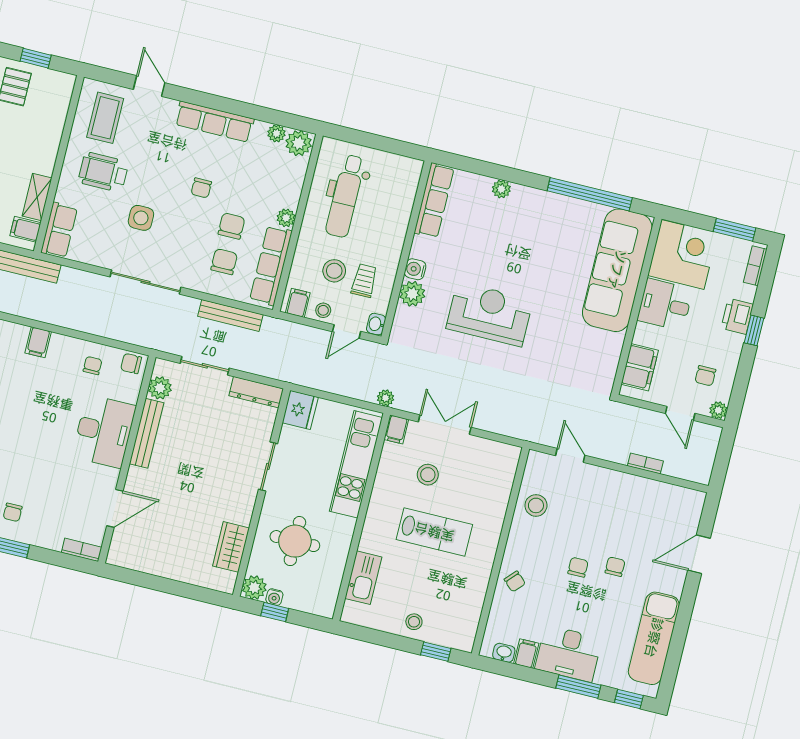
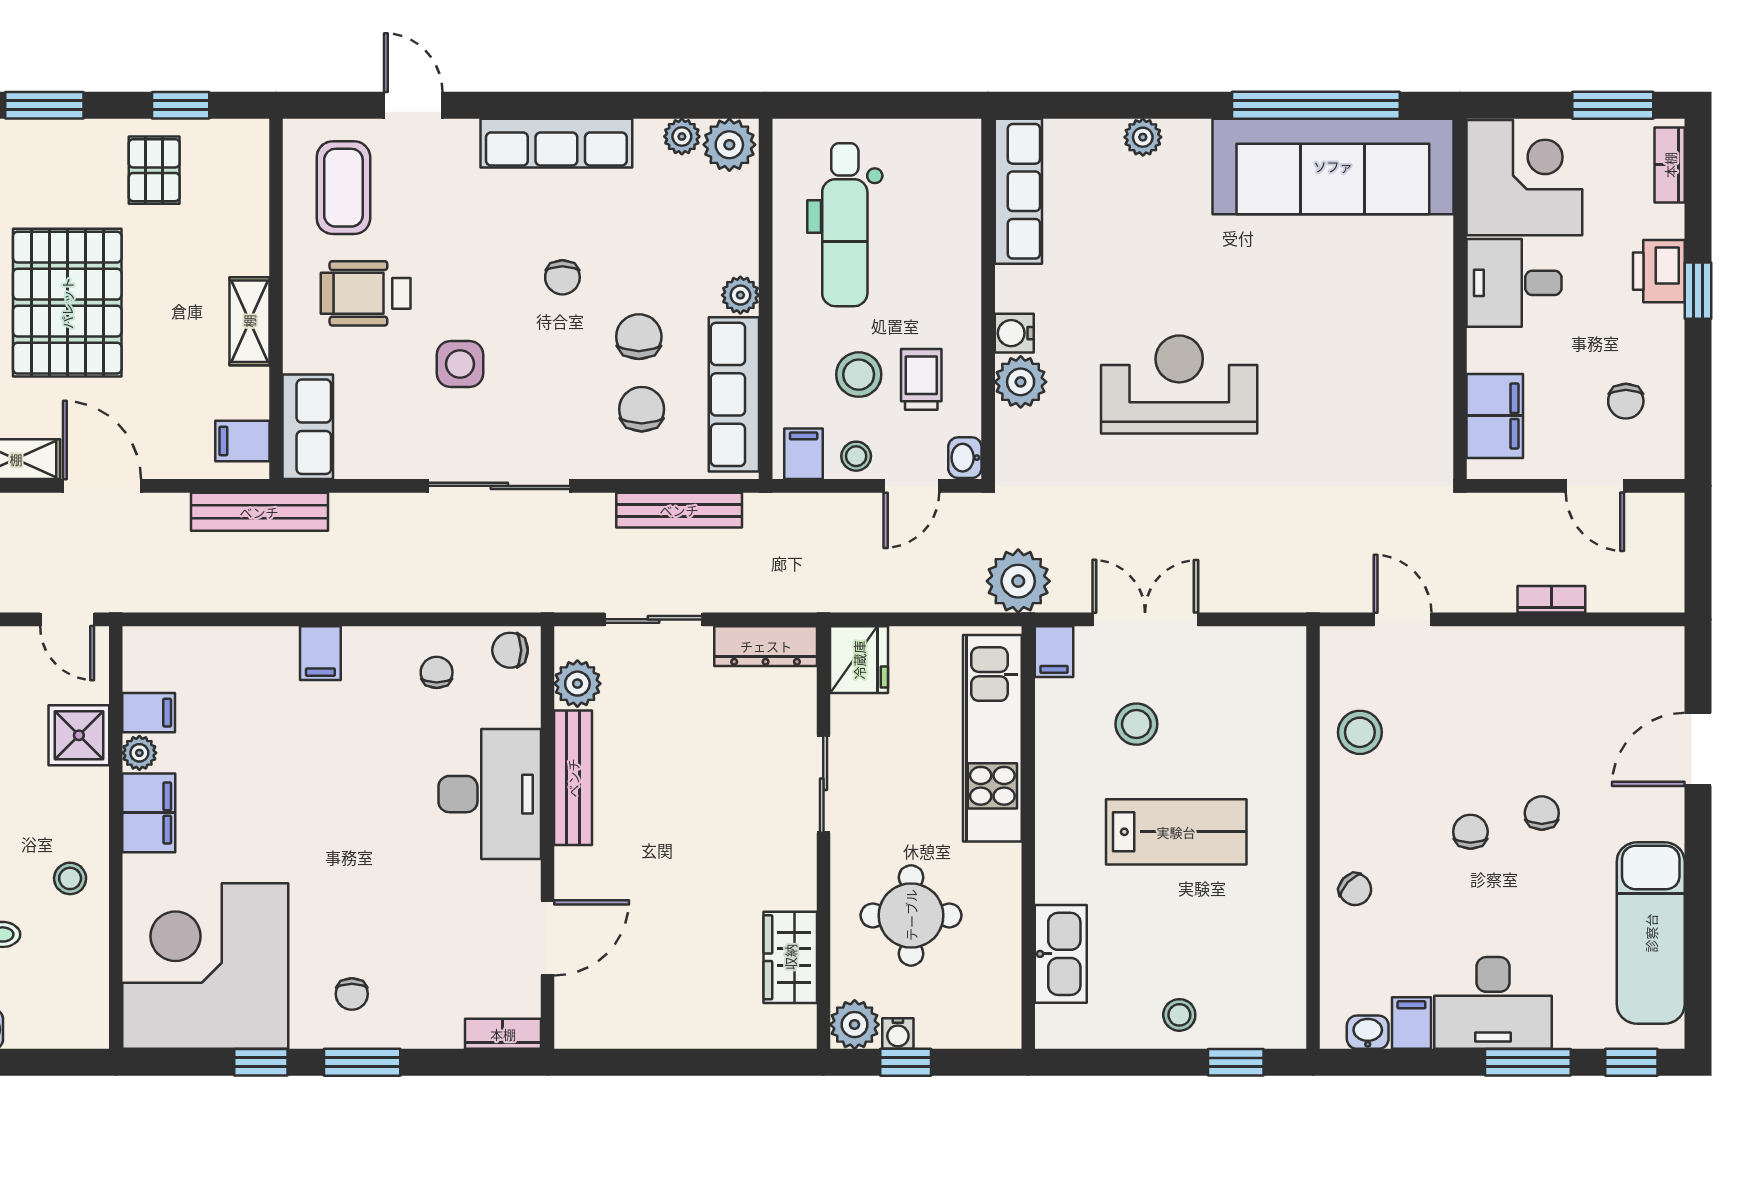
shelving: (37, 197) -> (249, 321), moved
sofa: (617, 270) -> (1333, 166), moved, turned -90
plant: (386, 398) -> (1018, 581), width x1.88, depth x1.88
plant: (718, 410) -> (1667, 462), removed

